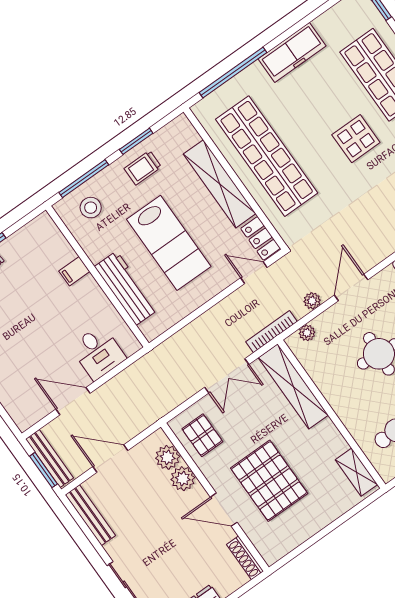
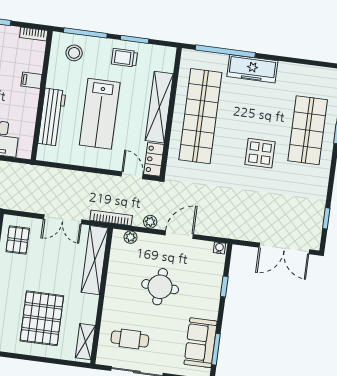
freezer: (292, 52) -> (252, 69), moved
bookcase: (36, 225) -> (34, 34), added
pallet: (269, 481) -> (42, 318), moved

